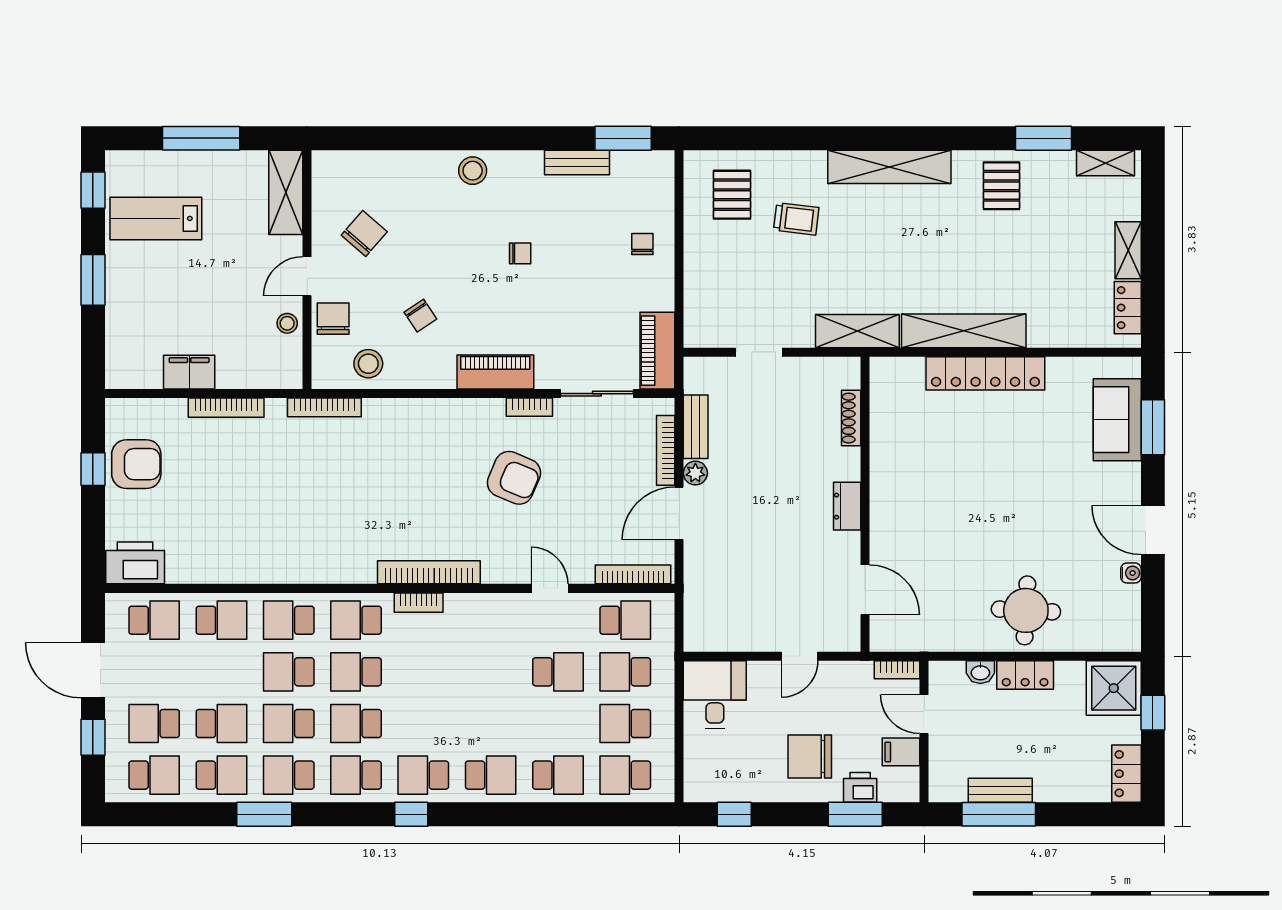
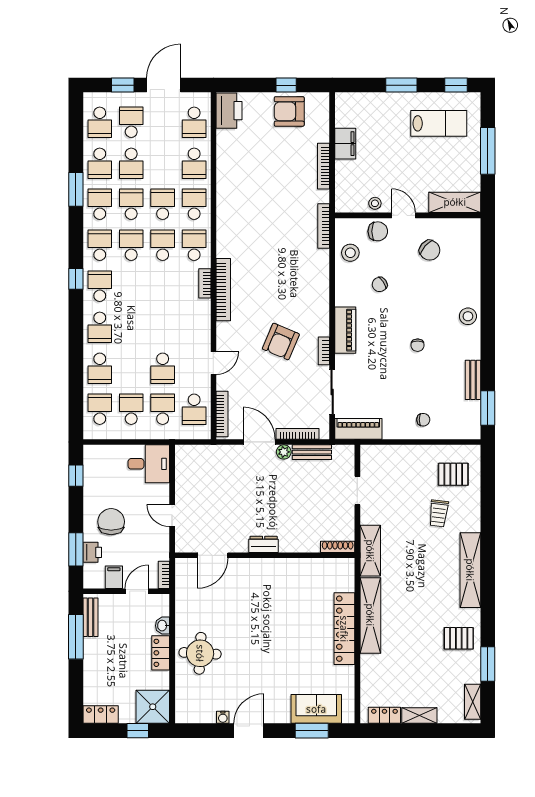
lab bench: (156, 218) -> (439, 123), turned 90
shoe rack: (851, 418) -> (338, 547), moved
armchair: (136, 464) -> (289, 111), turned 90
bench: (1000, 790) -> (91, 617), moved

